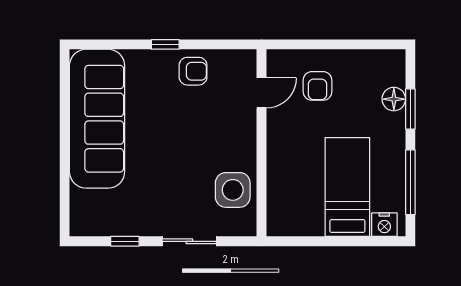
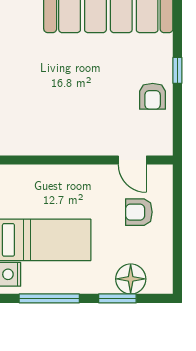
floor lamp: (394, 99) -> (131, 279), width x1.38, depth x1.38
side table: (233, 190) -> (42, 133), removed

